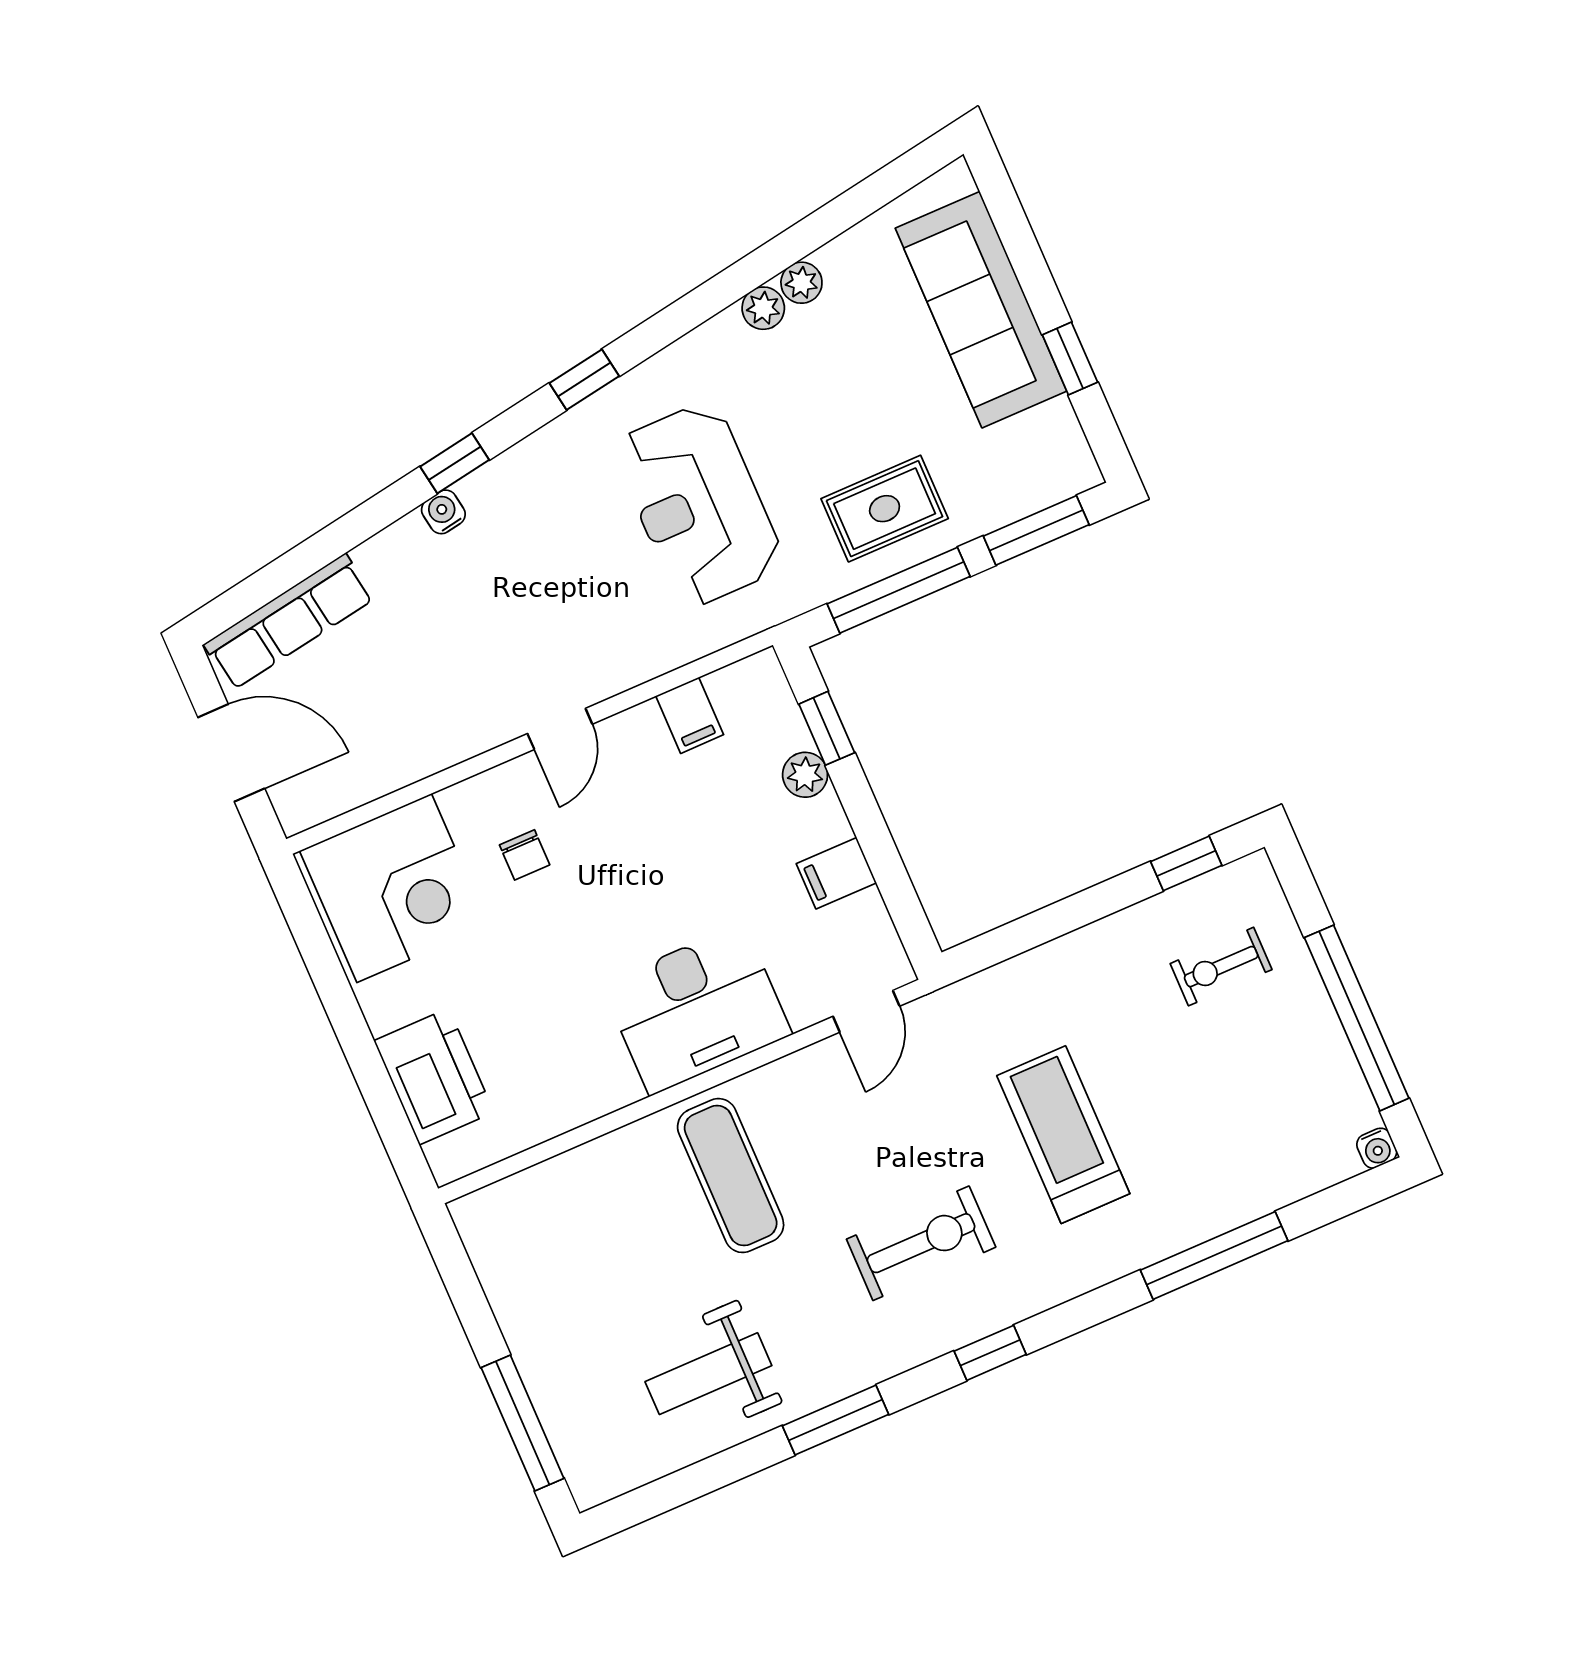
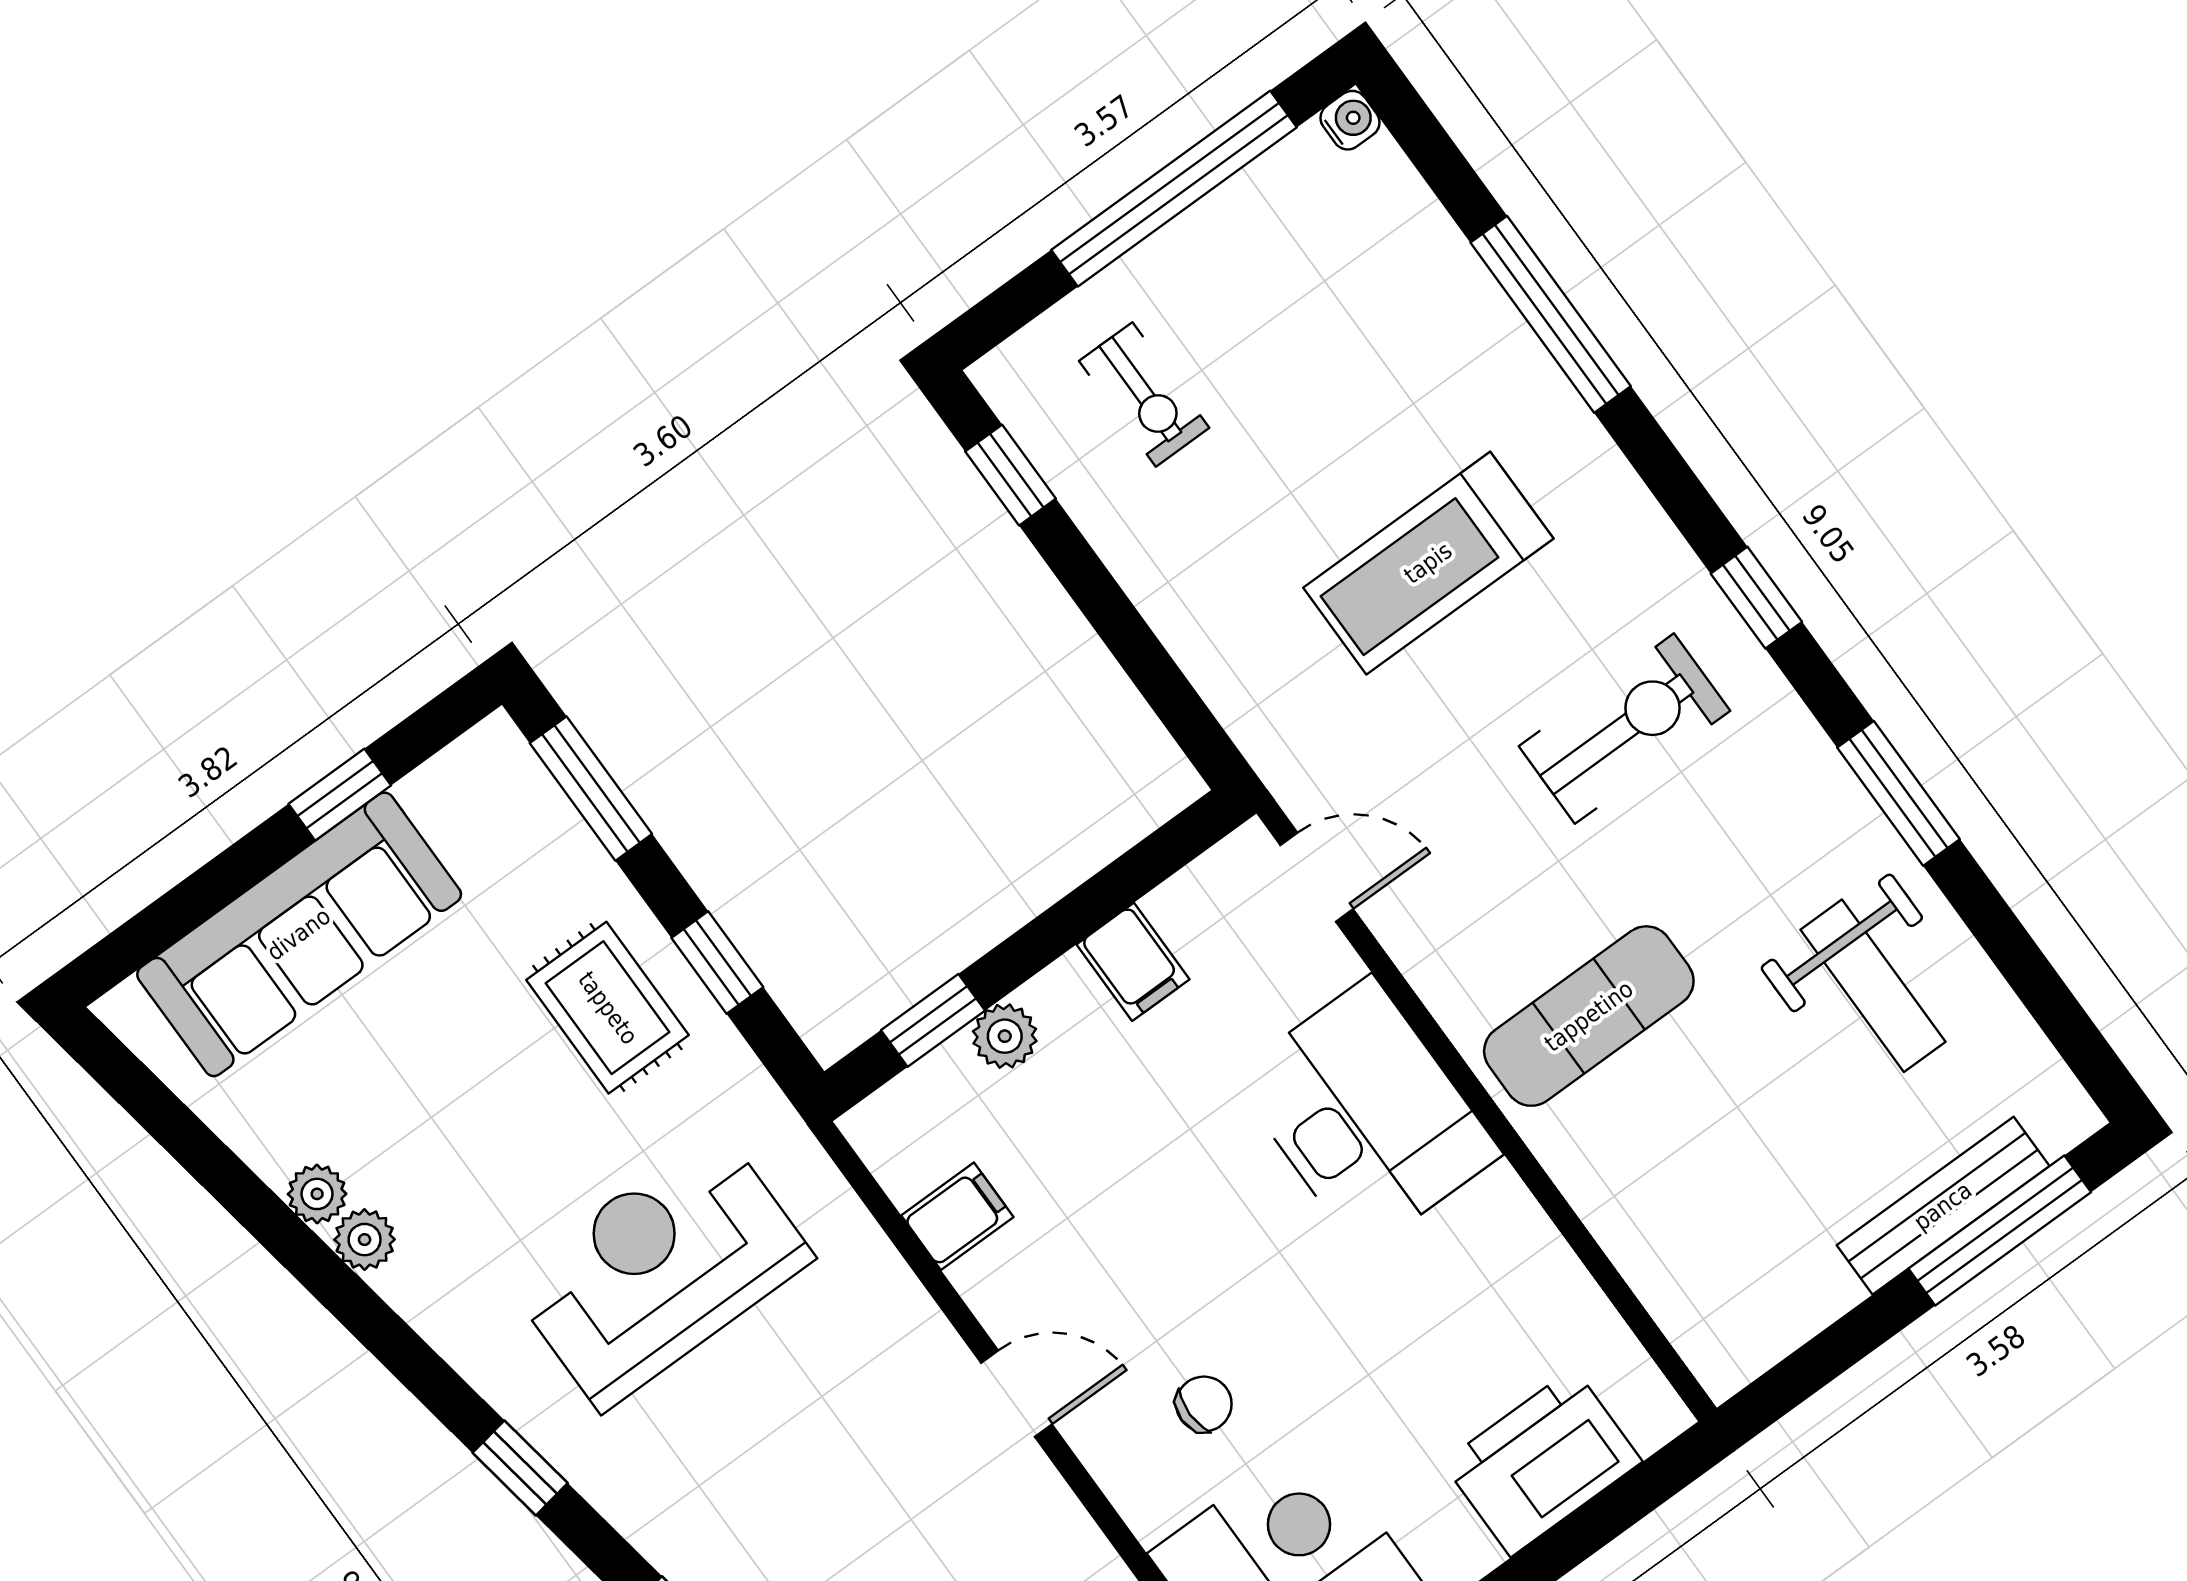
reception desk: (699, 505) -> (660, 1269), turned 180
window: (899, 590) -> (717, 963), width x0.46
exercise bike: (921, 1243) -> (1624, 729), turned 90
bench: (548, 1388) -> (1943, 1206), added

